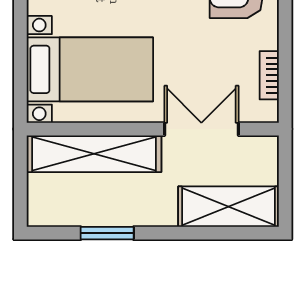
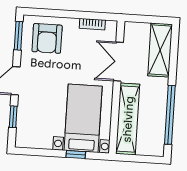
window: (20, 60) -> (76, 155), added
window: (107, 233) -> (170, 115), width x2.11

